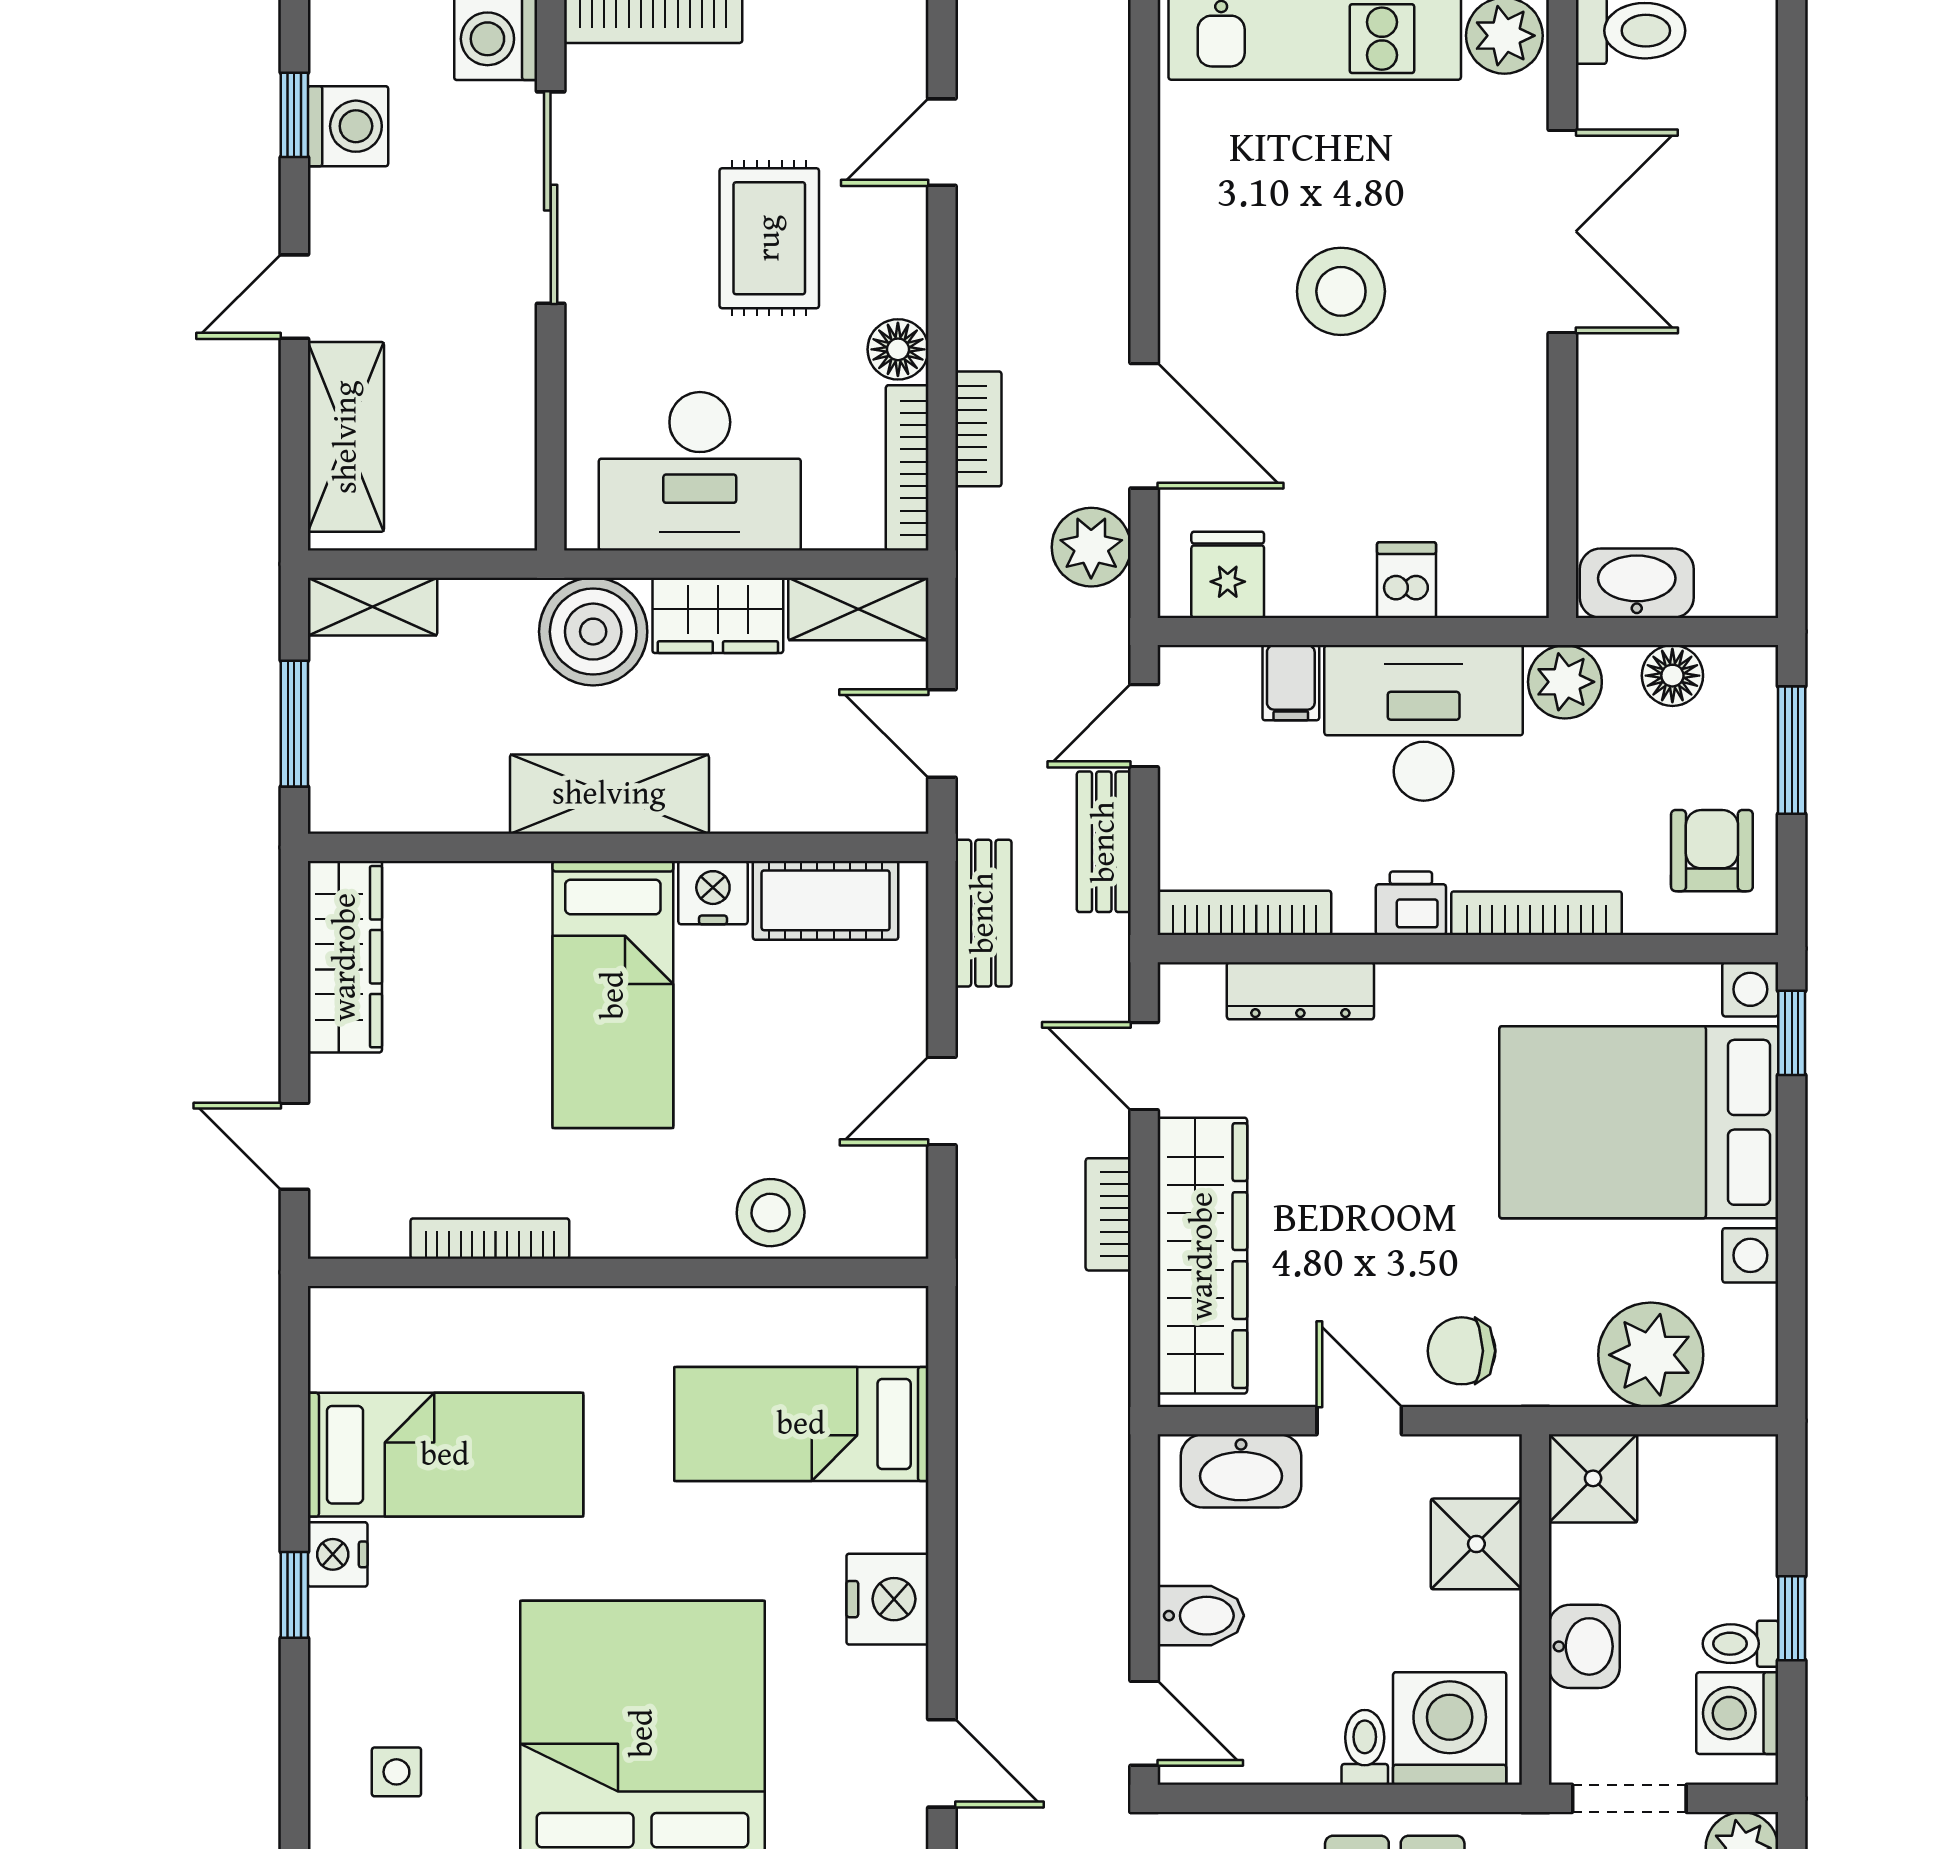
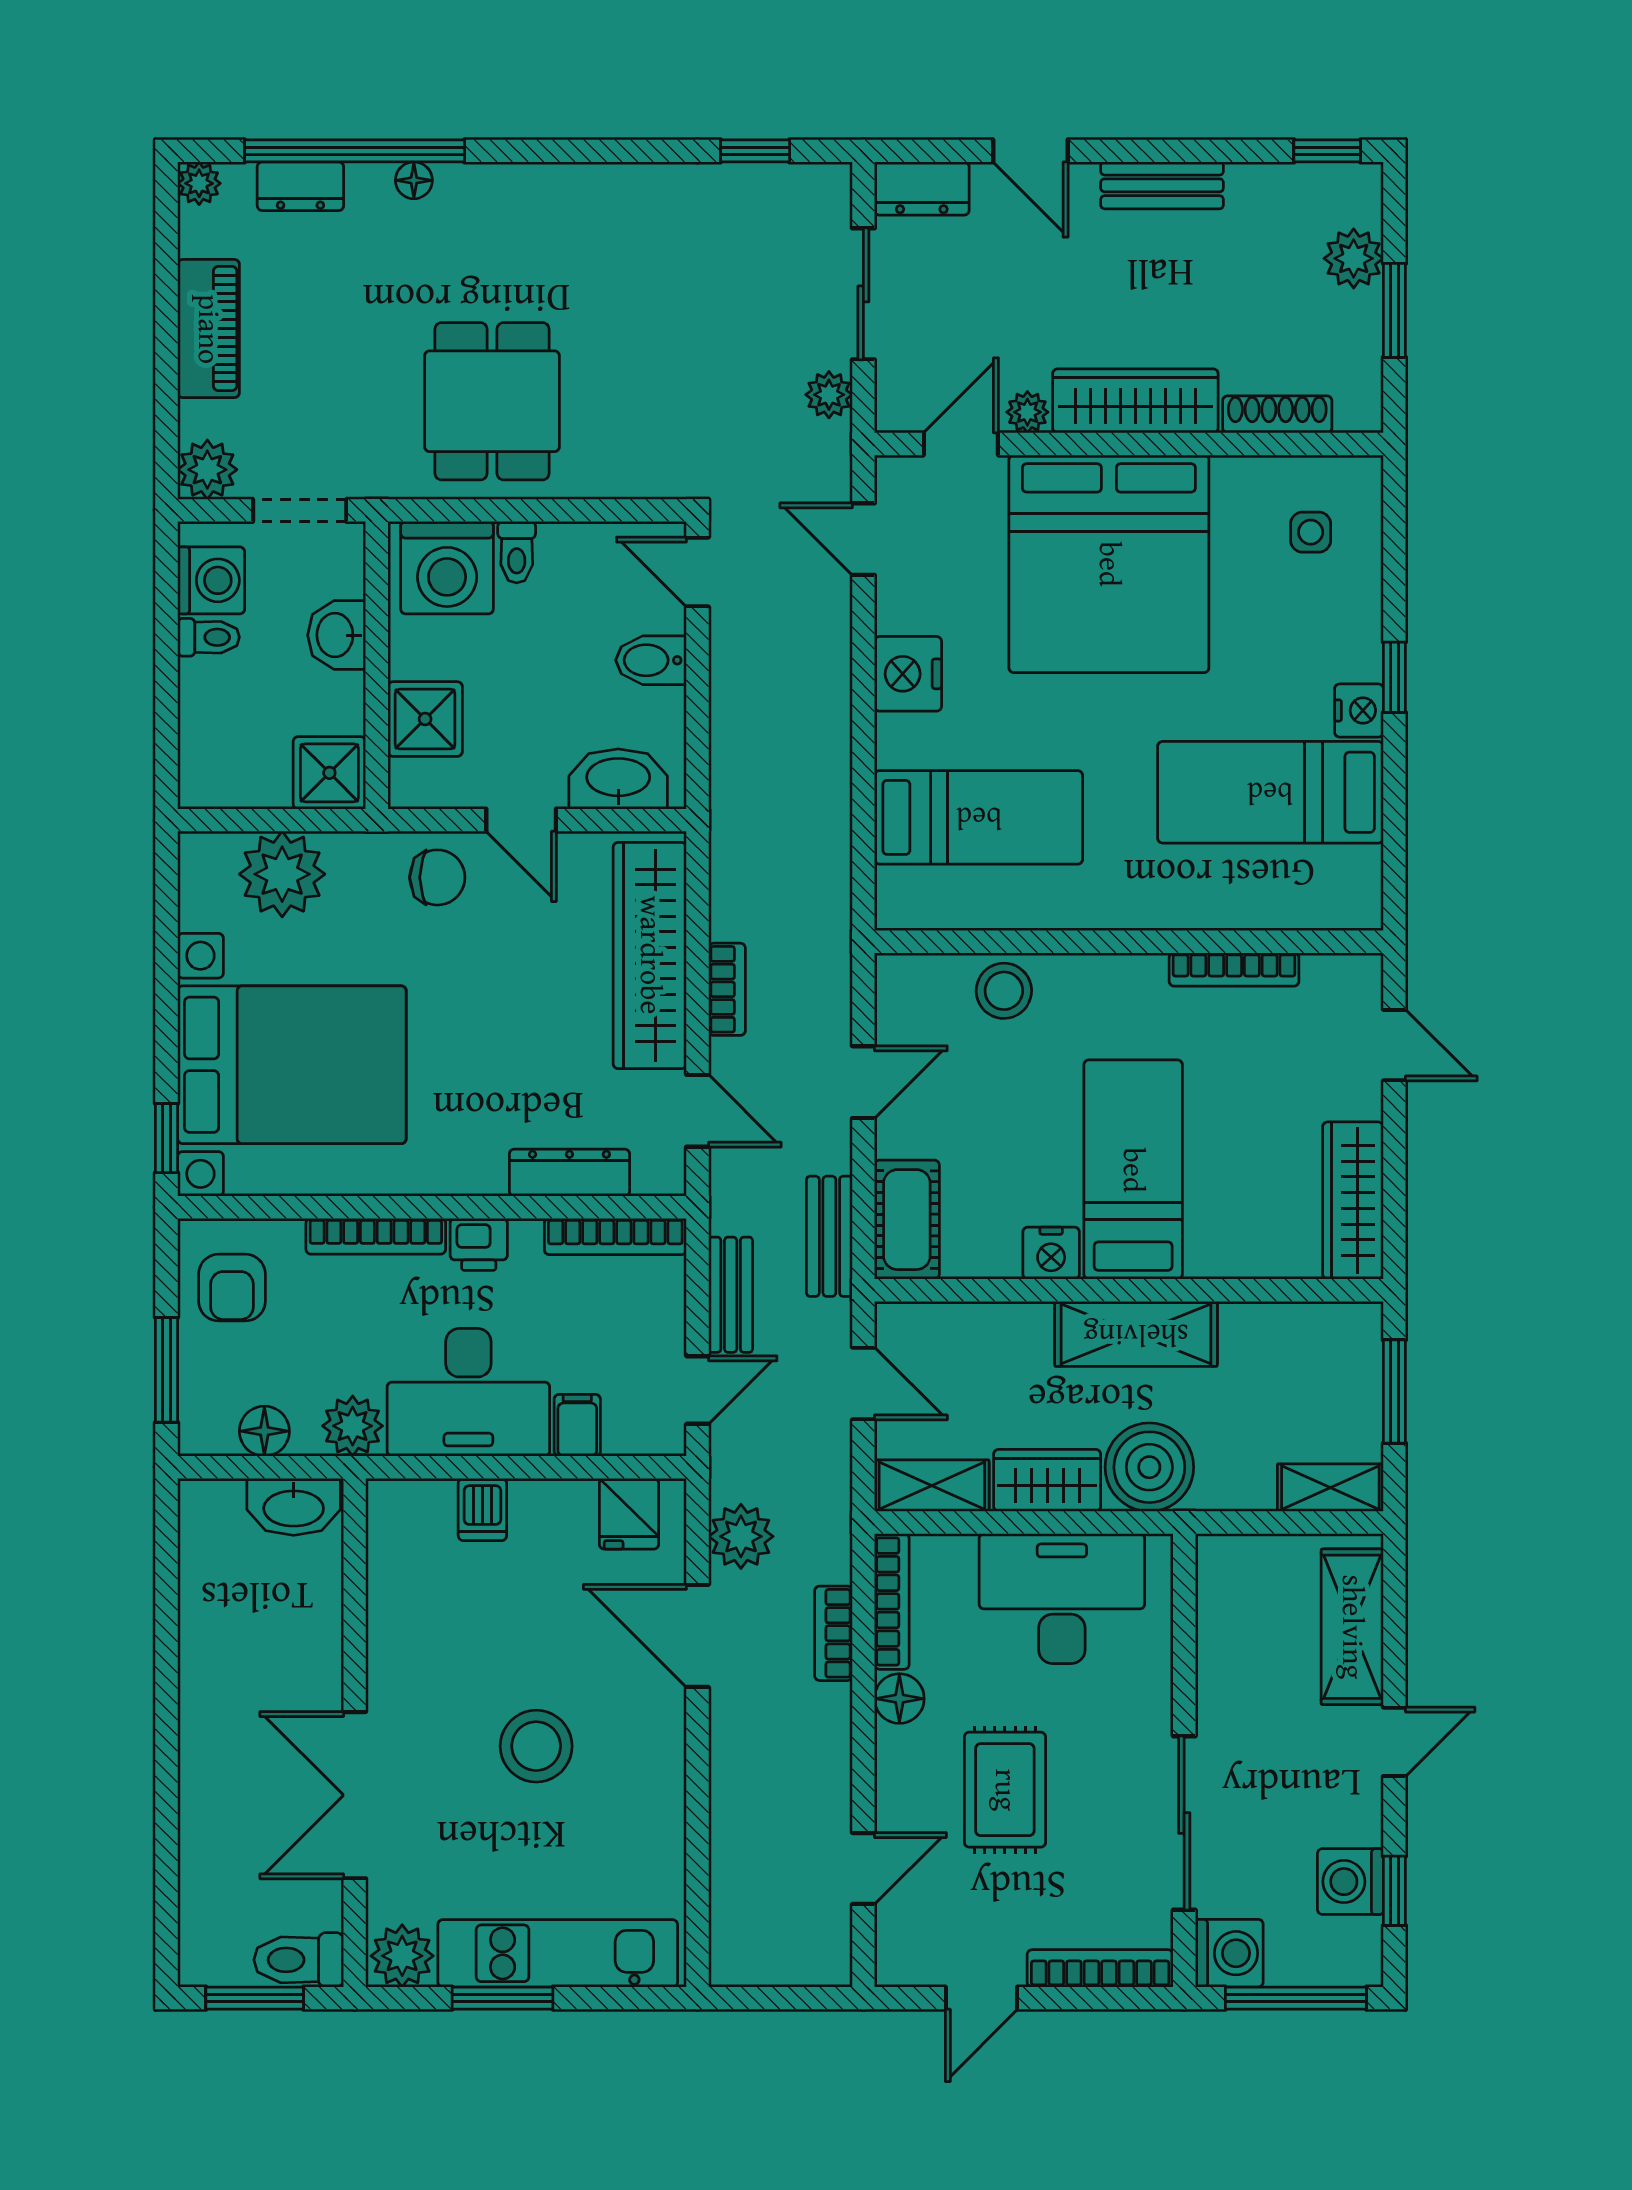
cot: (826, 900) -> (907, 1220), moved, turned 90
window: (1792, 1618) -> (167, 658), removed

